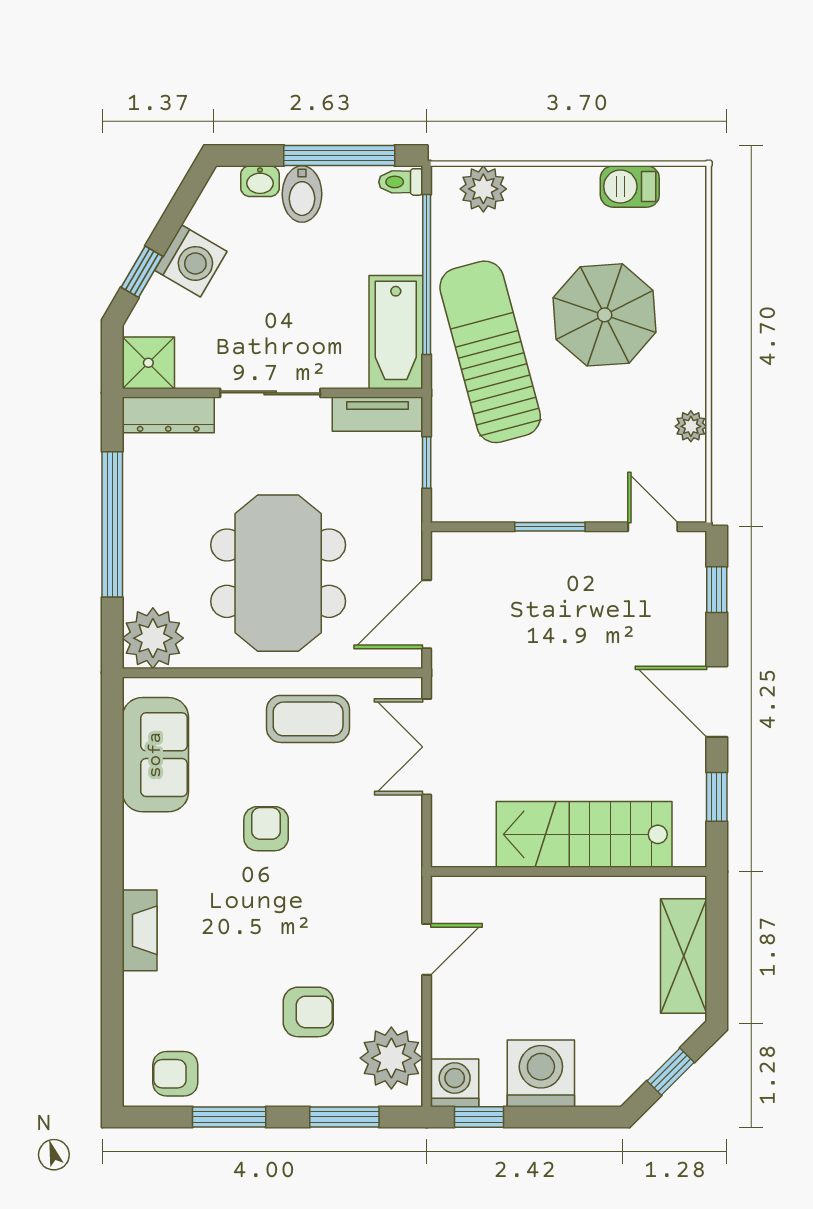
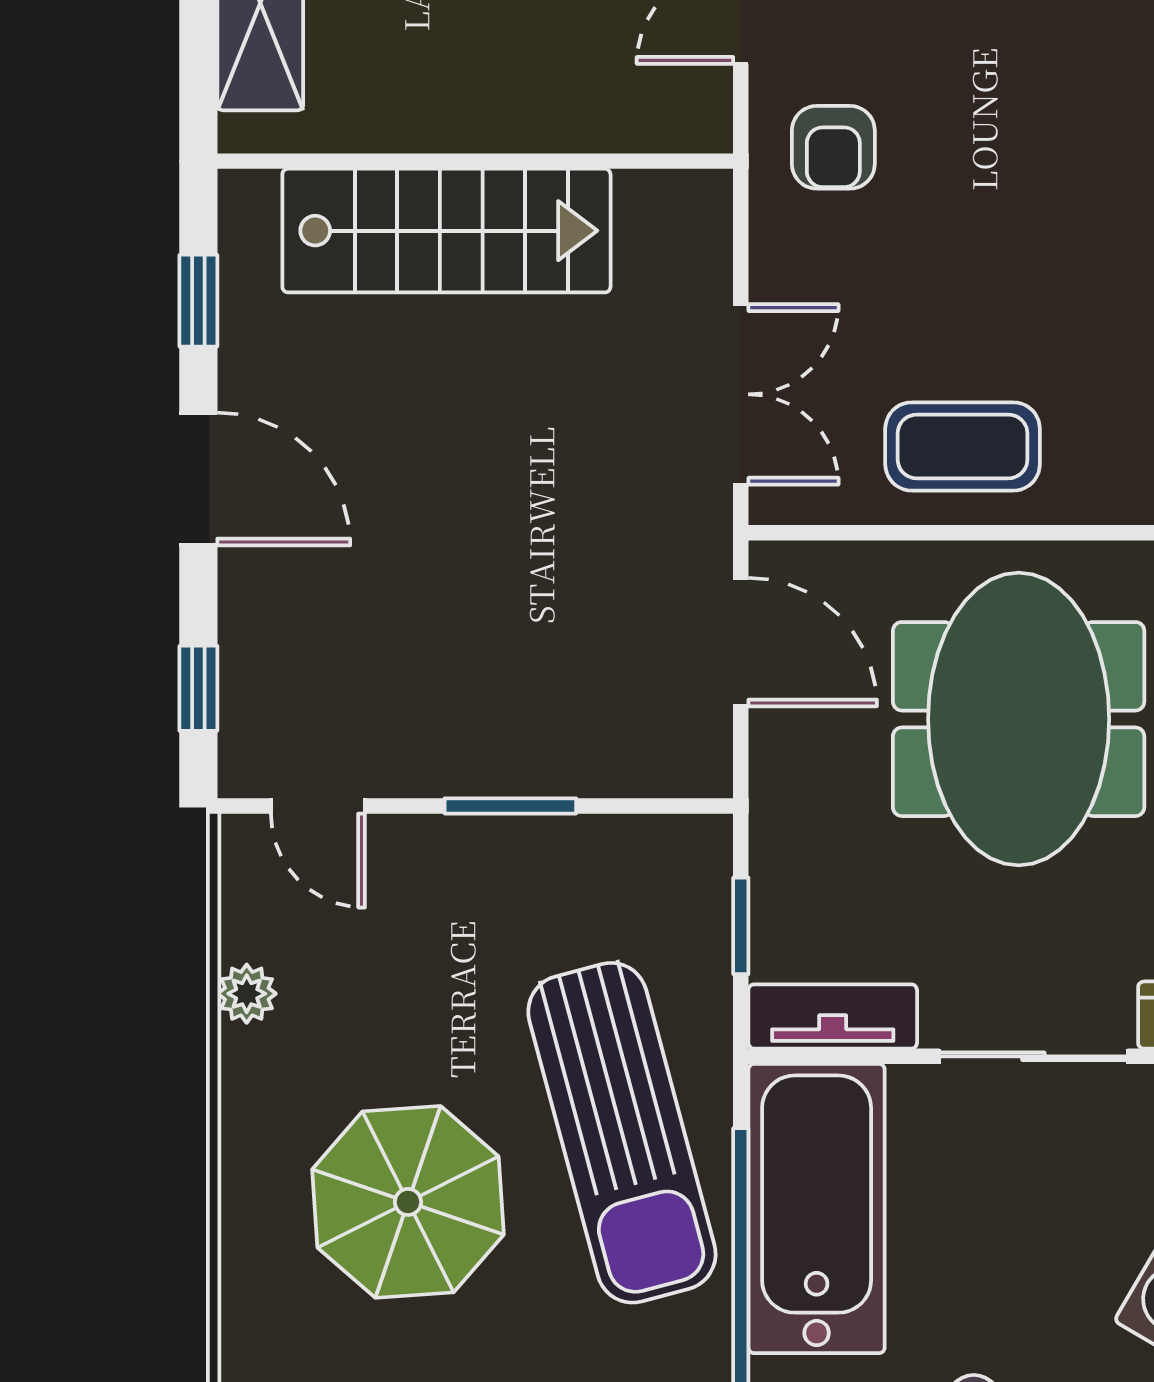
bathtub: (396, 332) -> (817, 1209), width x1.36, depth x1.36
door: (427, 614) -> (741, 642), hinge flipped
armchair: (266, 829) -> (833, 147), moved

